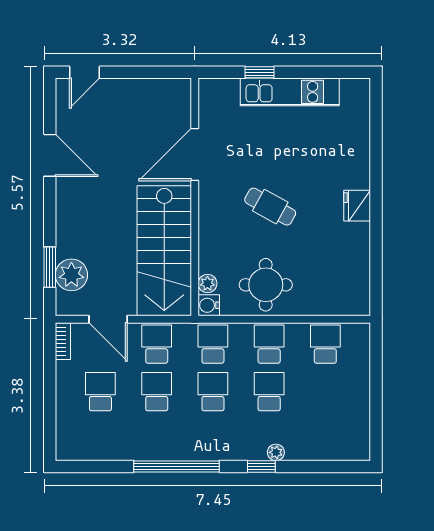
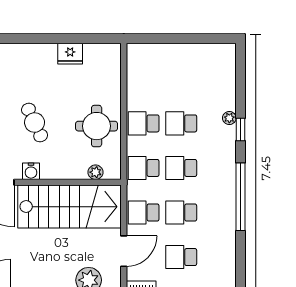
fridge: (357, 206) -> (70, 54), moved
cafe table: (270, 207) -> (35, 123), turned -54
water cooler: (209, 305) -> (31, 171), moved
school desk: (325, 344) -> (144, 79), removed

